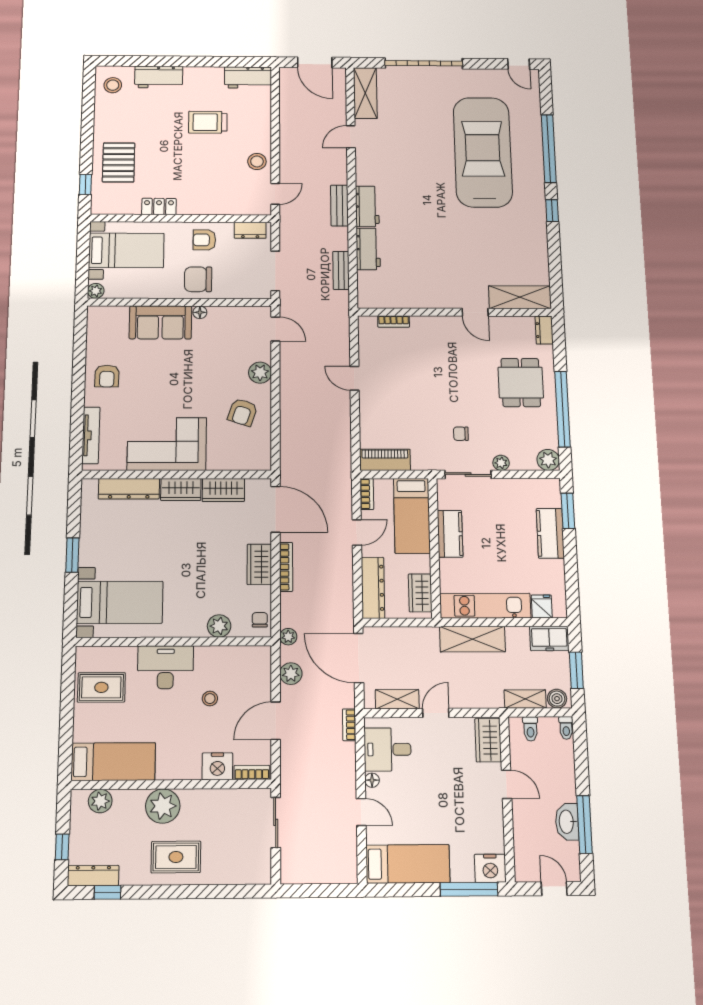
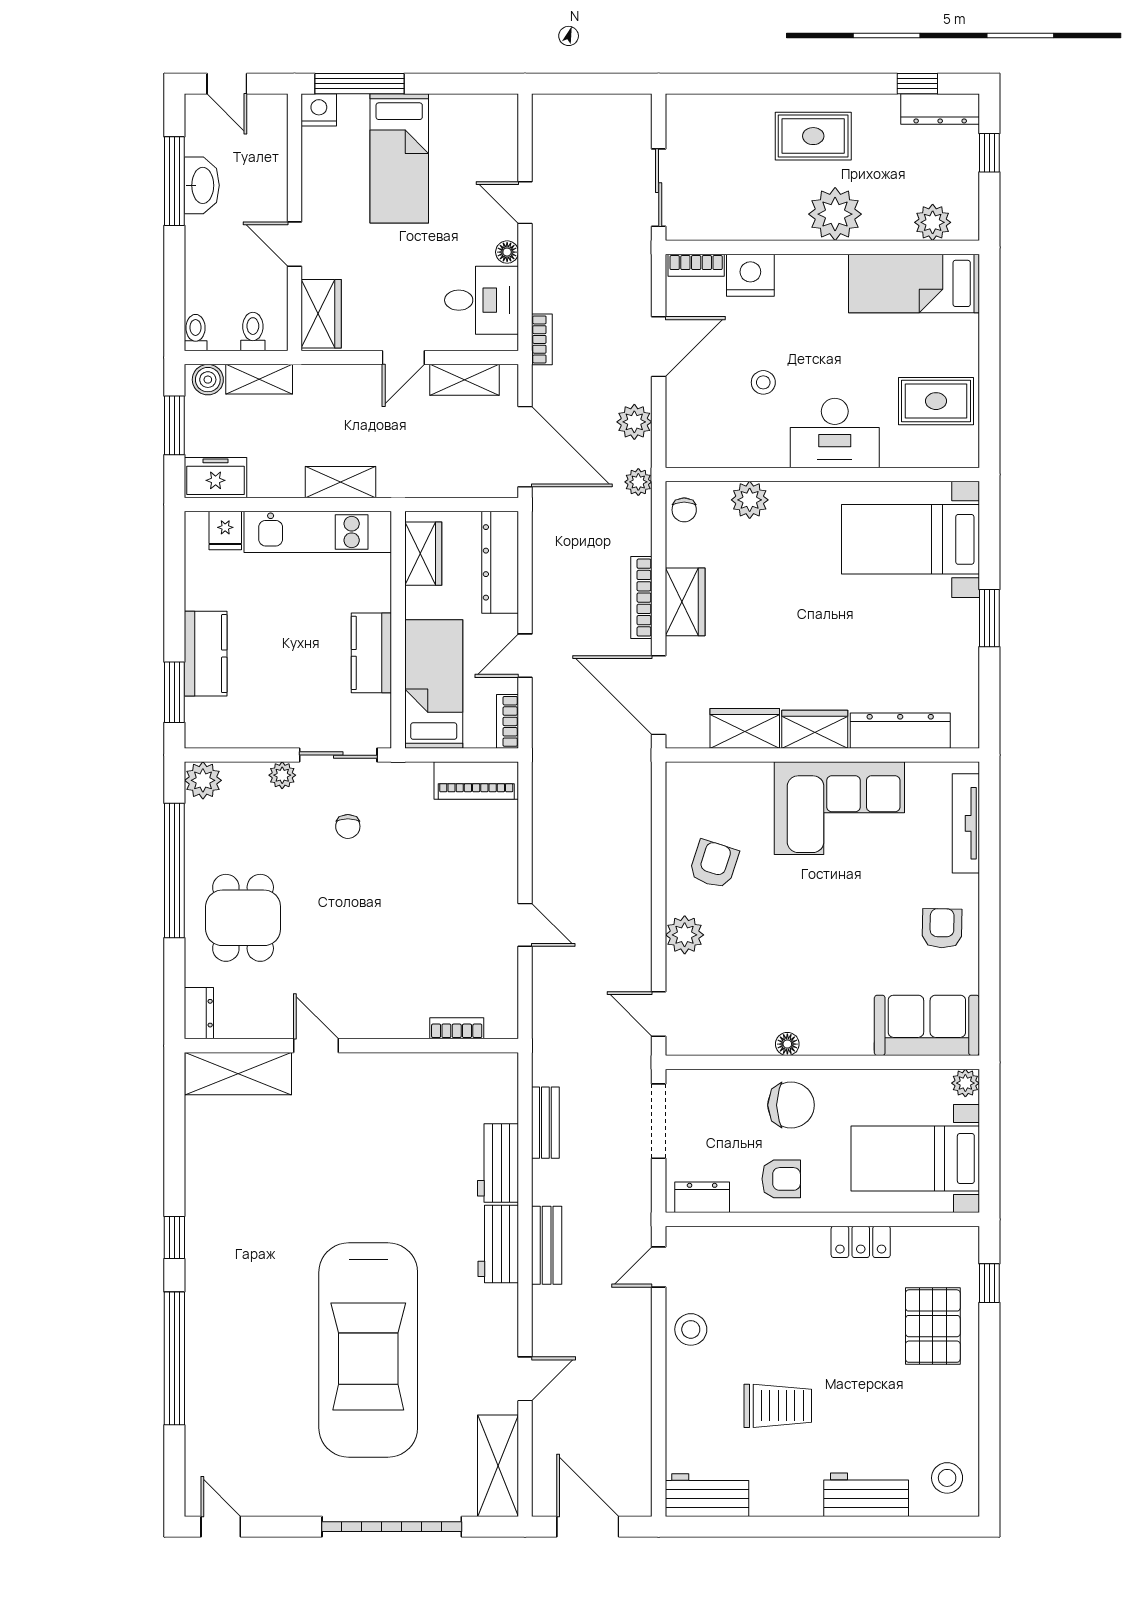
car: (483, 152) -> (368, 1350), moved
sofa: (160, 322) -> (927, 1025), moved
chair: (461, 434) -> (348, 826), turned 90
shelving: (472, 639) -> (340, 482), width x0.67, depth x0.75
bed: (408, 864) -> (399, 158), moved, turned -90
nightstand: (490, 868) -> (319, 110), width x0.74, depth x0.75

